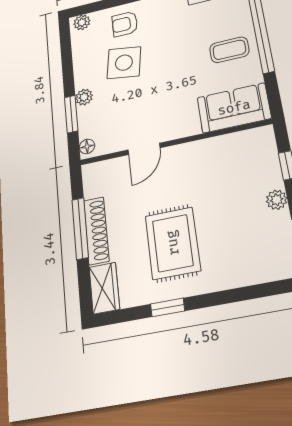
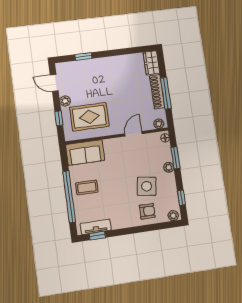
window: (66, 51) -> (181, 198), added
plant: (97, 171) -> (159, 124), added
rug: (173, 243) -> (89, 117), moved, turned 90
window: (168, 307) -> (83, 56), moved

